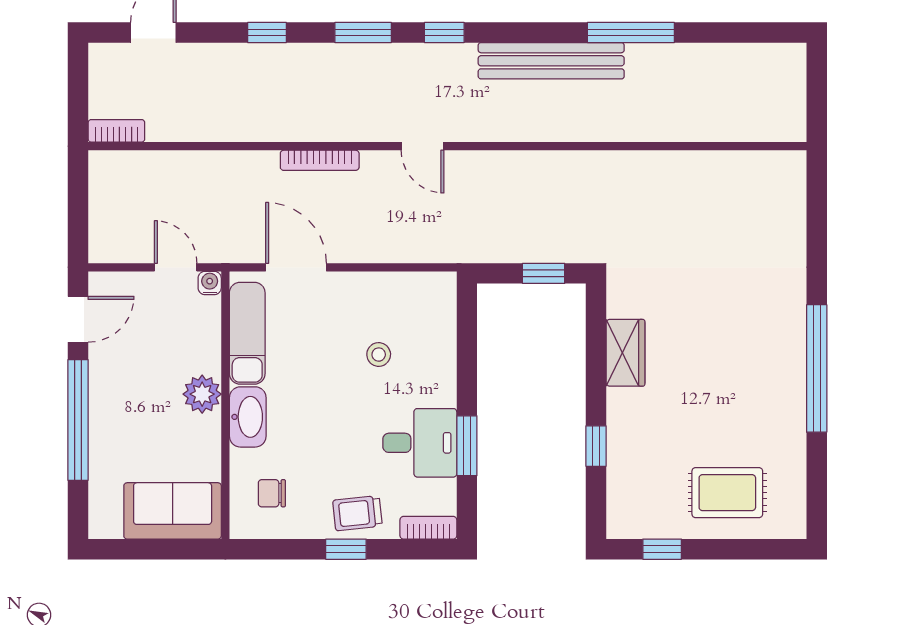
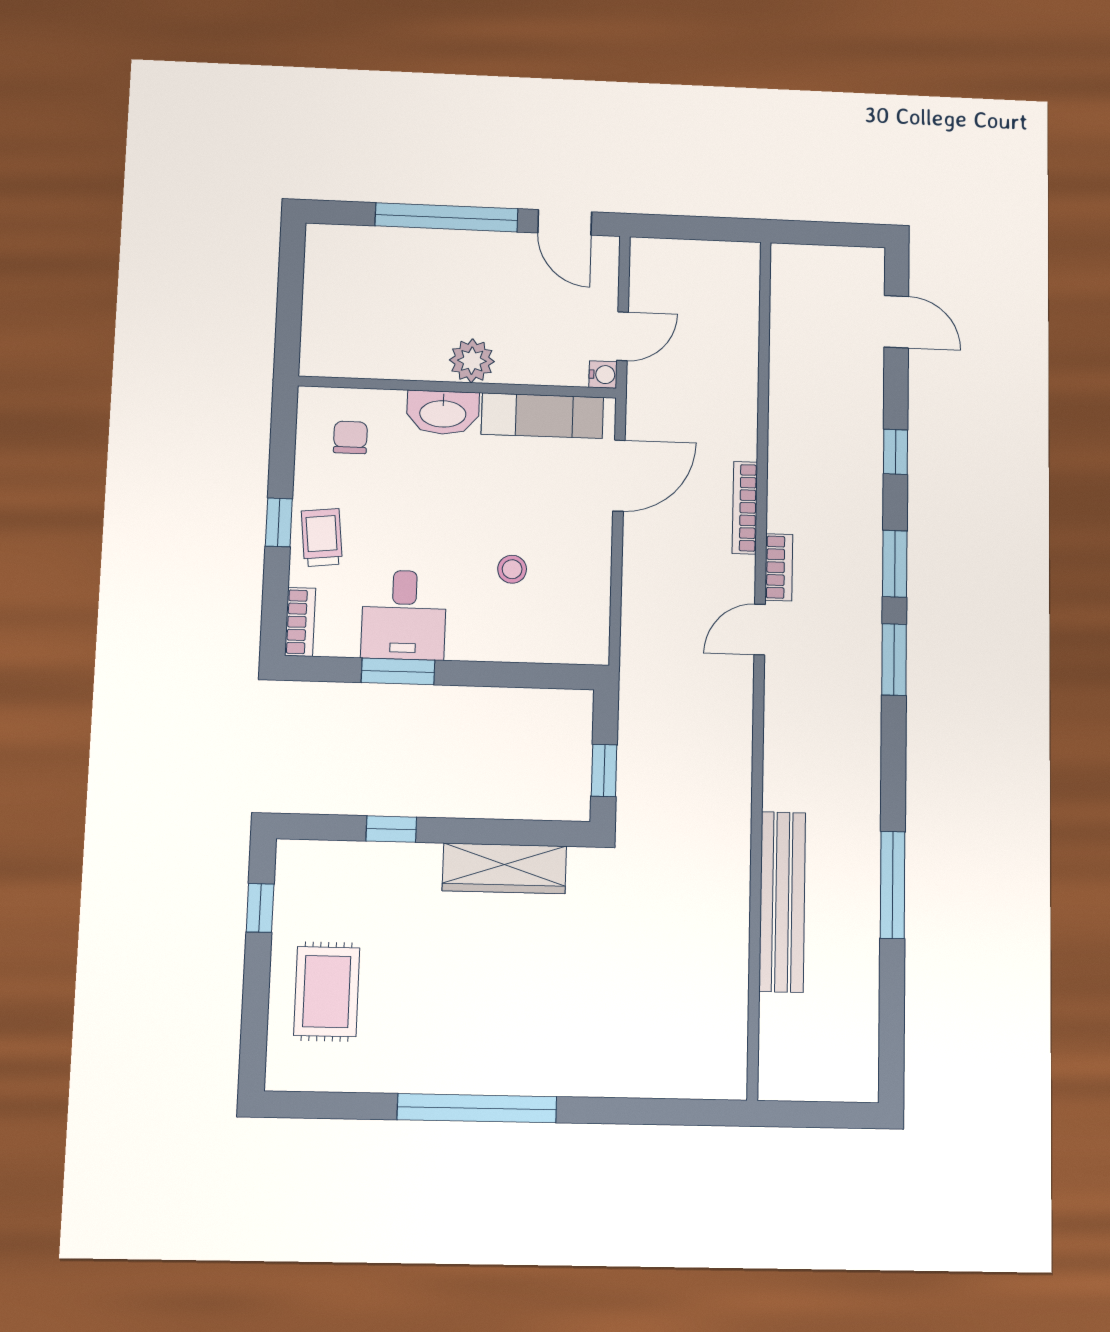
window: (444, 33) -> (894, 660), width x1.50
bench: (551, 61) -> (782, 902), moved
bookcase: (116, 131) -> (779, 567), moved
wardrobe: (625, 353) -> (504, 868), width x1.50
sofa: (173, 511) -> (334, 321), removed

